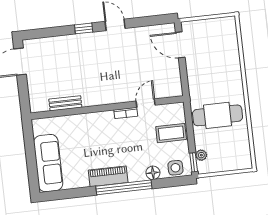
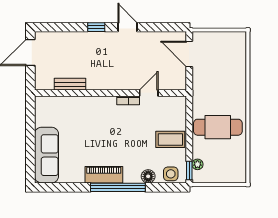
bench: (65, 103) -> (70, 84), moved
door: (146, 103) -> (149, 93), moved
wall: (107, 108) -> (110, 93), moved
bookcase: (126, 113) -> (128, 100), moved

